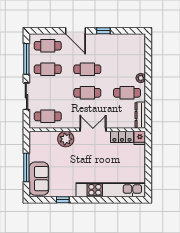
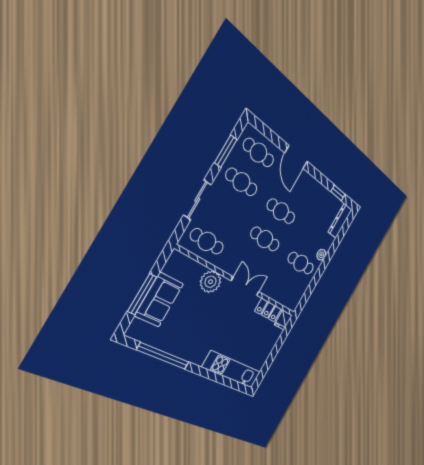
window: (103, 31) -> (338, 193), moved
window: (26, 59) -> (226, 151), width x0.69
dresser: (140, 115) -> (340, 221), moved
sofa: (39, 179) -> (159, 300), moved
kitchen unit: (111, 190) -> (232, 370), width x0.73
window: (63, 200) -> (163, 356), width x3.17

